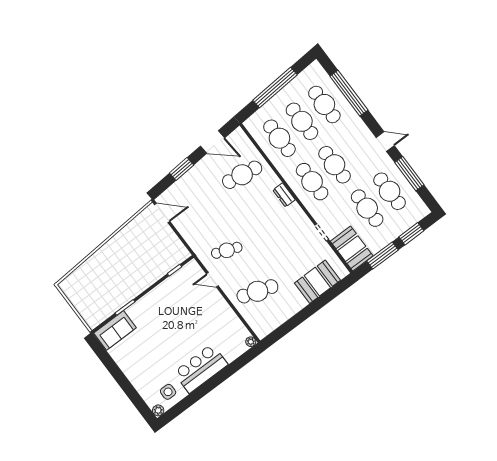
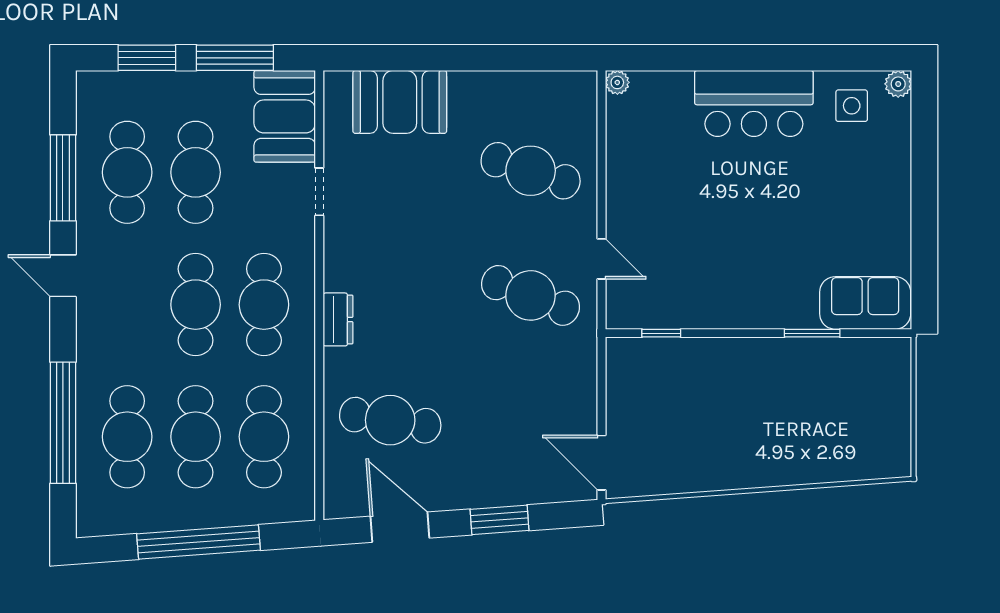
cafe table: (227, 250) -> (531, 295), width x1.37, depth x1.35

